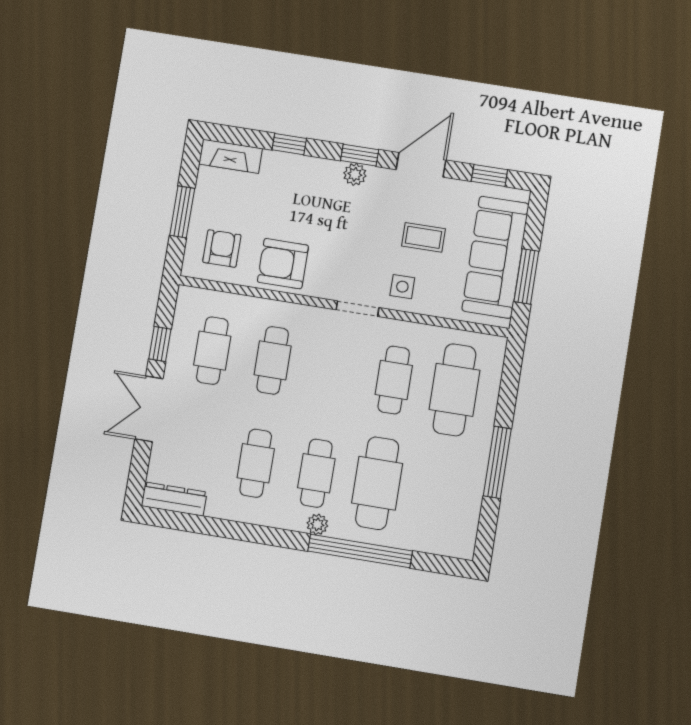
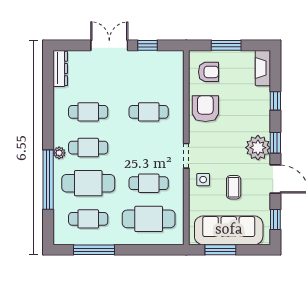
plant: (355, 174) -> (258, 148), width x1.87, depth x1.87
cafe table: (212, 351) -> (88, 219), moved
window: (497, 462) -> (94, 250), moved

